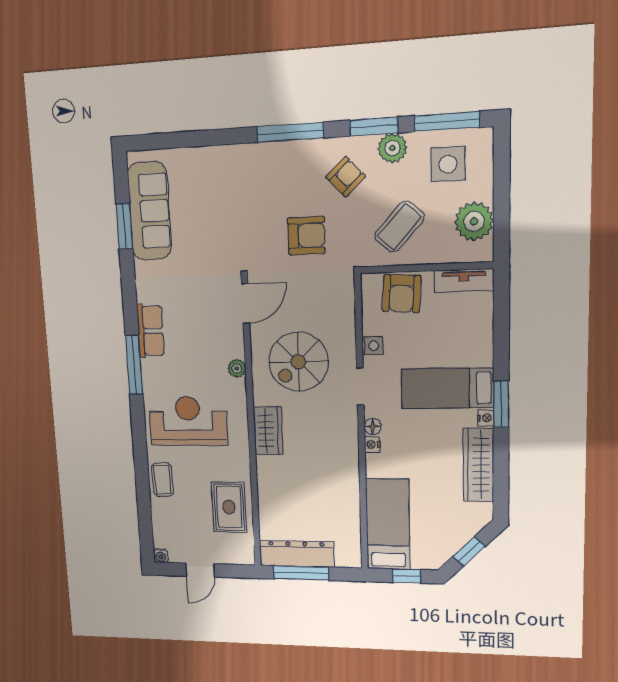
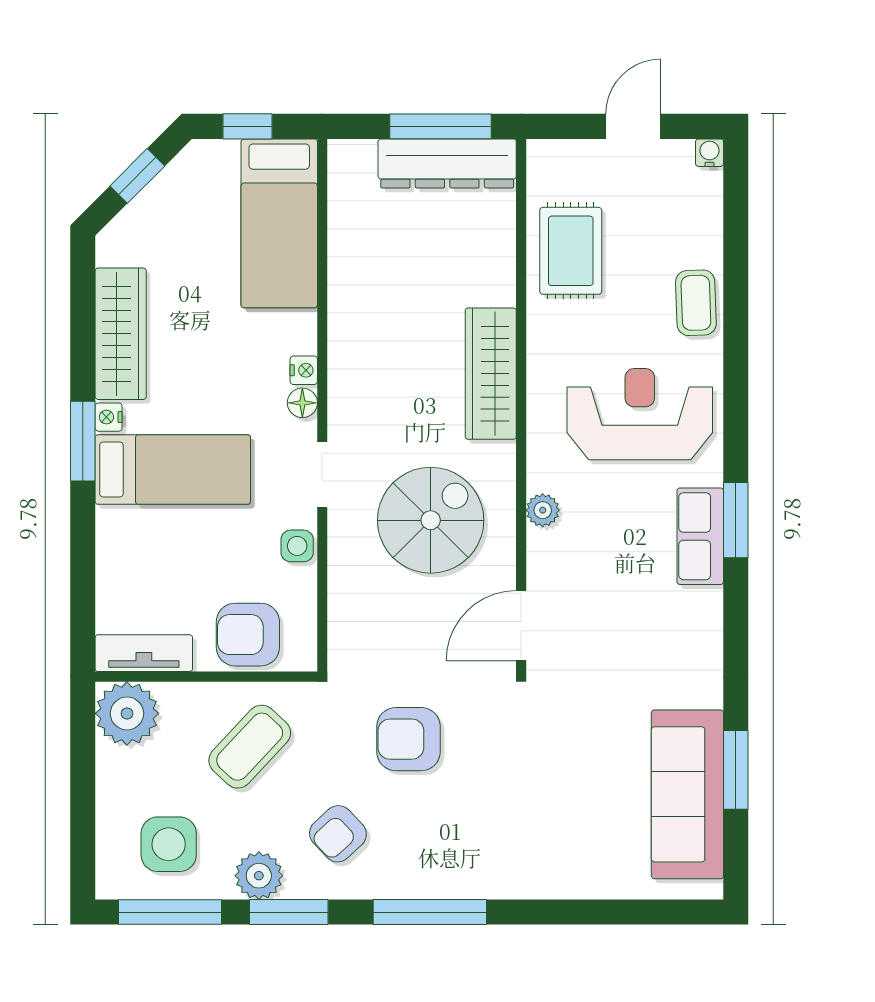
plant: (474, 221) -> (127, 713), moved
armchair: (402, 294) -> (248, 635), turned -94
row of seats: (150, 331) -> (700, 536), moved
window: (134, 365) -> (736, 520), width x0.69
reception desk: (188, 421) -> (640, 414), turned 180
wardrobe: (268, 431) -> (491, 374), width x1.50

